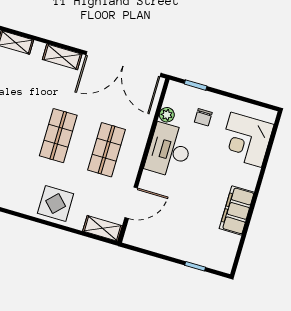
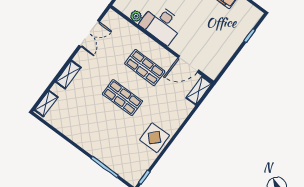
double door: (123, 64) -> (89, 33), width x0.54
display table: (56, 203) -> (155, 138), moved
door: (131, 203) -> (188, 64), swing flipped

